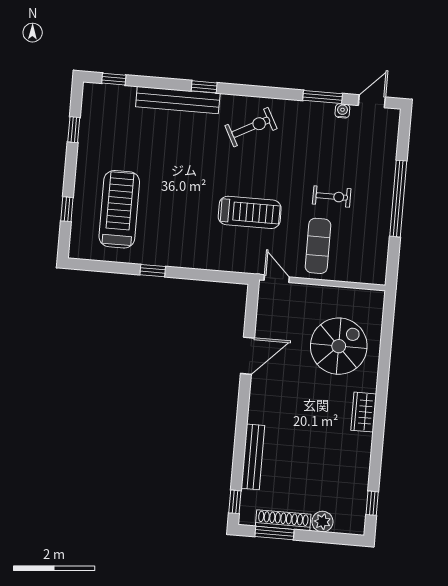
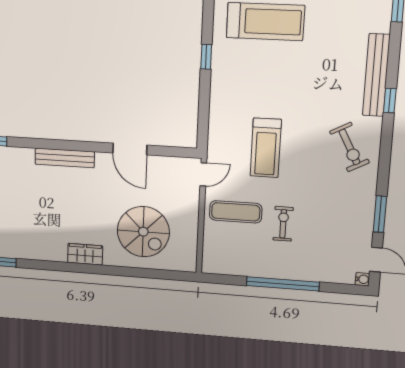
water cooler: (342, 111) -> (362, 279), moved
exercise bike: (332, 196) -> (283, 224), turned 180
bench: (253, 457) -> (65, 158), moved

